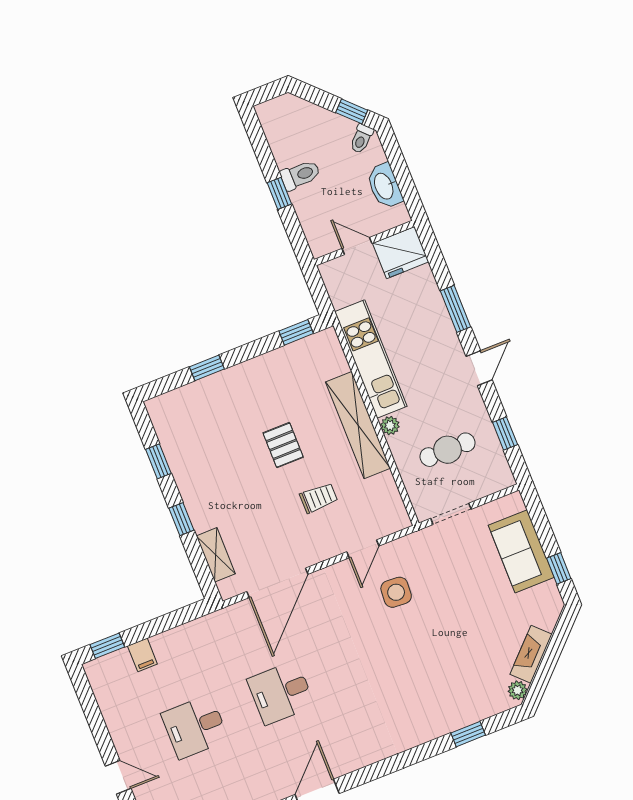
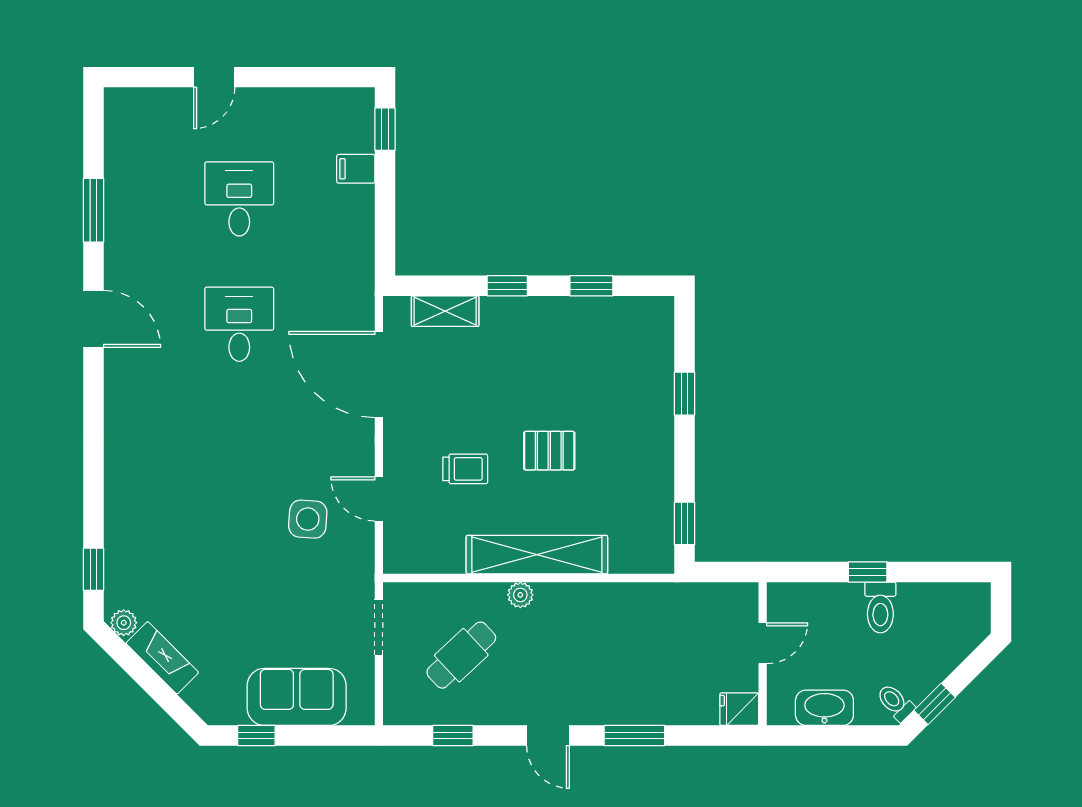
fridge: (401, 253) -> (739, 709), width x0.53, depth x0.75
kitchen unit: (371, 359) -> (614, 604), removed
cafe table: (448, 450) -> (461, 655), turned 47
trolley: (319, 498) -> (465, 469), turned -90
window: (468, 734) -> (93, 569), moved

